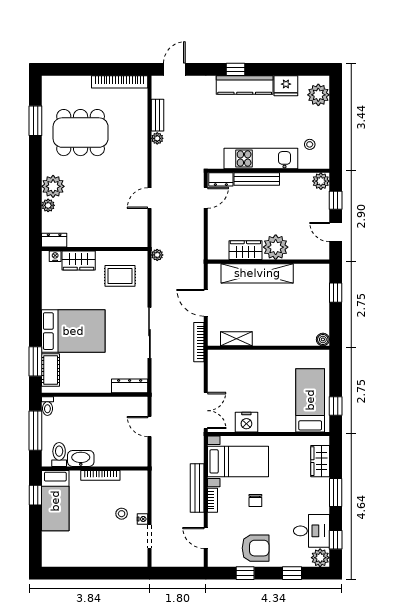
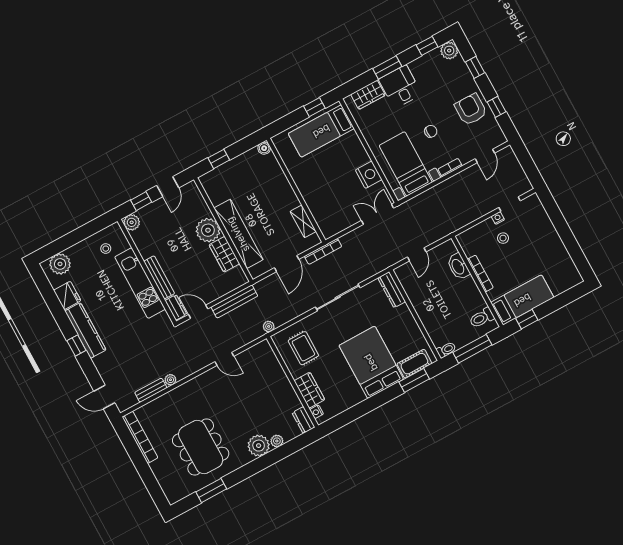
washbasin: (81, 458) -> (458, 267), moved
bench: (197, 488) -> (234, 301), moved
desk: (311, 531) -> (400, 87), moved

